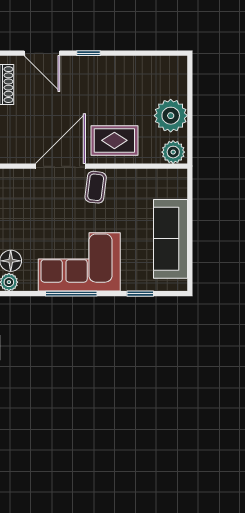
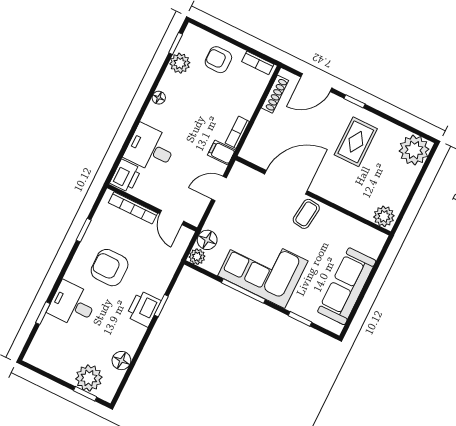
door: (42, 53) -> (316, 83), hinge flipped
plant: (171, 116) -> (414, 150), moved
rug: (114, 140) -> (356, 142), moved, turned 90

